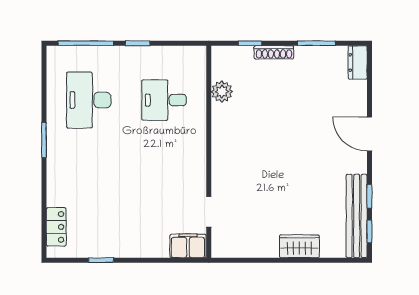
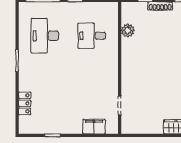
locker: (56, 227) -> (25, 103), moved
filing cabinet: (188, 246) -> (94, 126), moved

